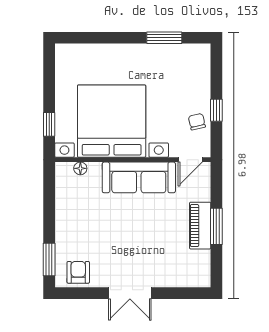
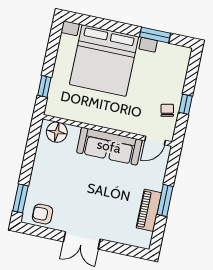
bed with nightstands: (112, 121) -> (104, 61), moved, turned 180
floor lamp: (80, 168) -> (57, 132), width x1.89, depth x1.89
piano: (200, 226) -> (149, 210), moved
armchair: (78, 272) -> (43, 214), turned -90

